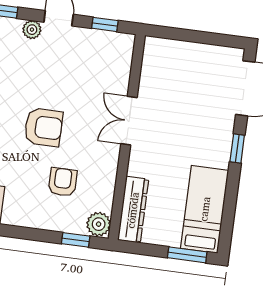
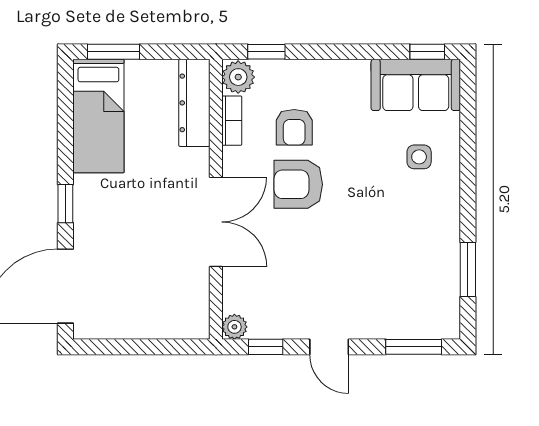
plant: (32, 30) -> (234, 327), moved
double door: (129, 121) -> (216, 222), width x1.37
armchair: (43, 127) -> (298, 184), moved
bookcase: (108, 193) -> (232, 121), added

